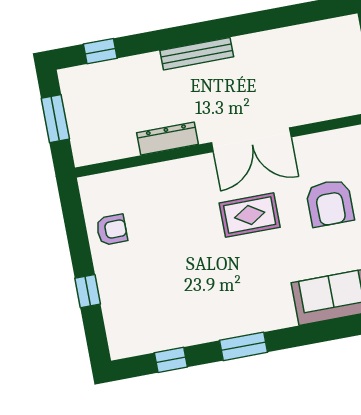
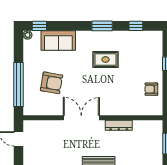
armchair: (330, 203) -> (51, 83), turned 100
rug: (250, 215) -> (106, 59), moved

